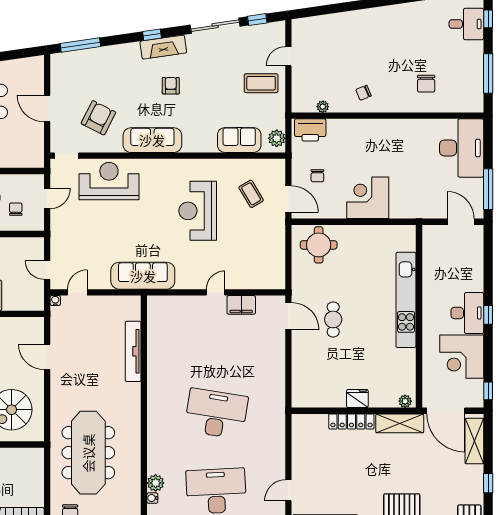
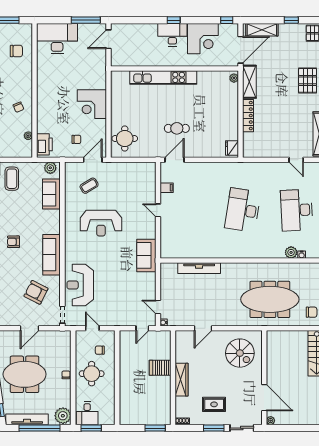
chair: (426, 84) -> (16, 51), moved
sofa: (143, 276) -> (146, 255), width x0.73
filing cabinet: (241, 305) -> (167, 188), width x0.50
fridge: (357, 398) -> (232, 148), moved

